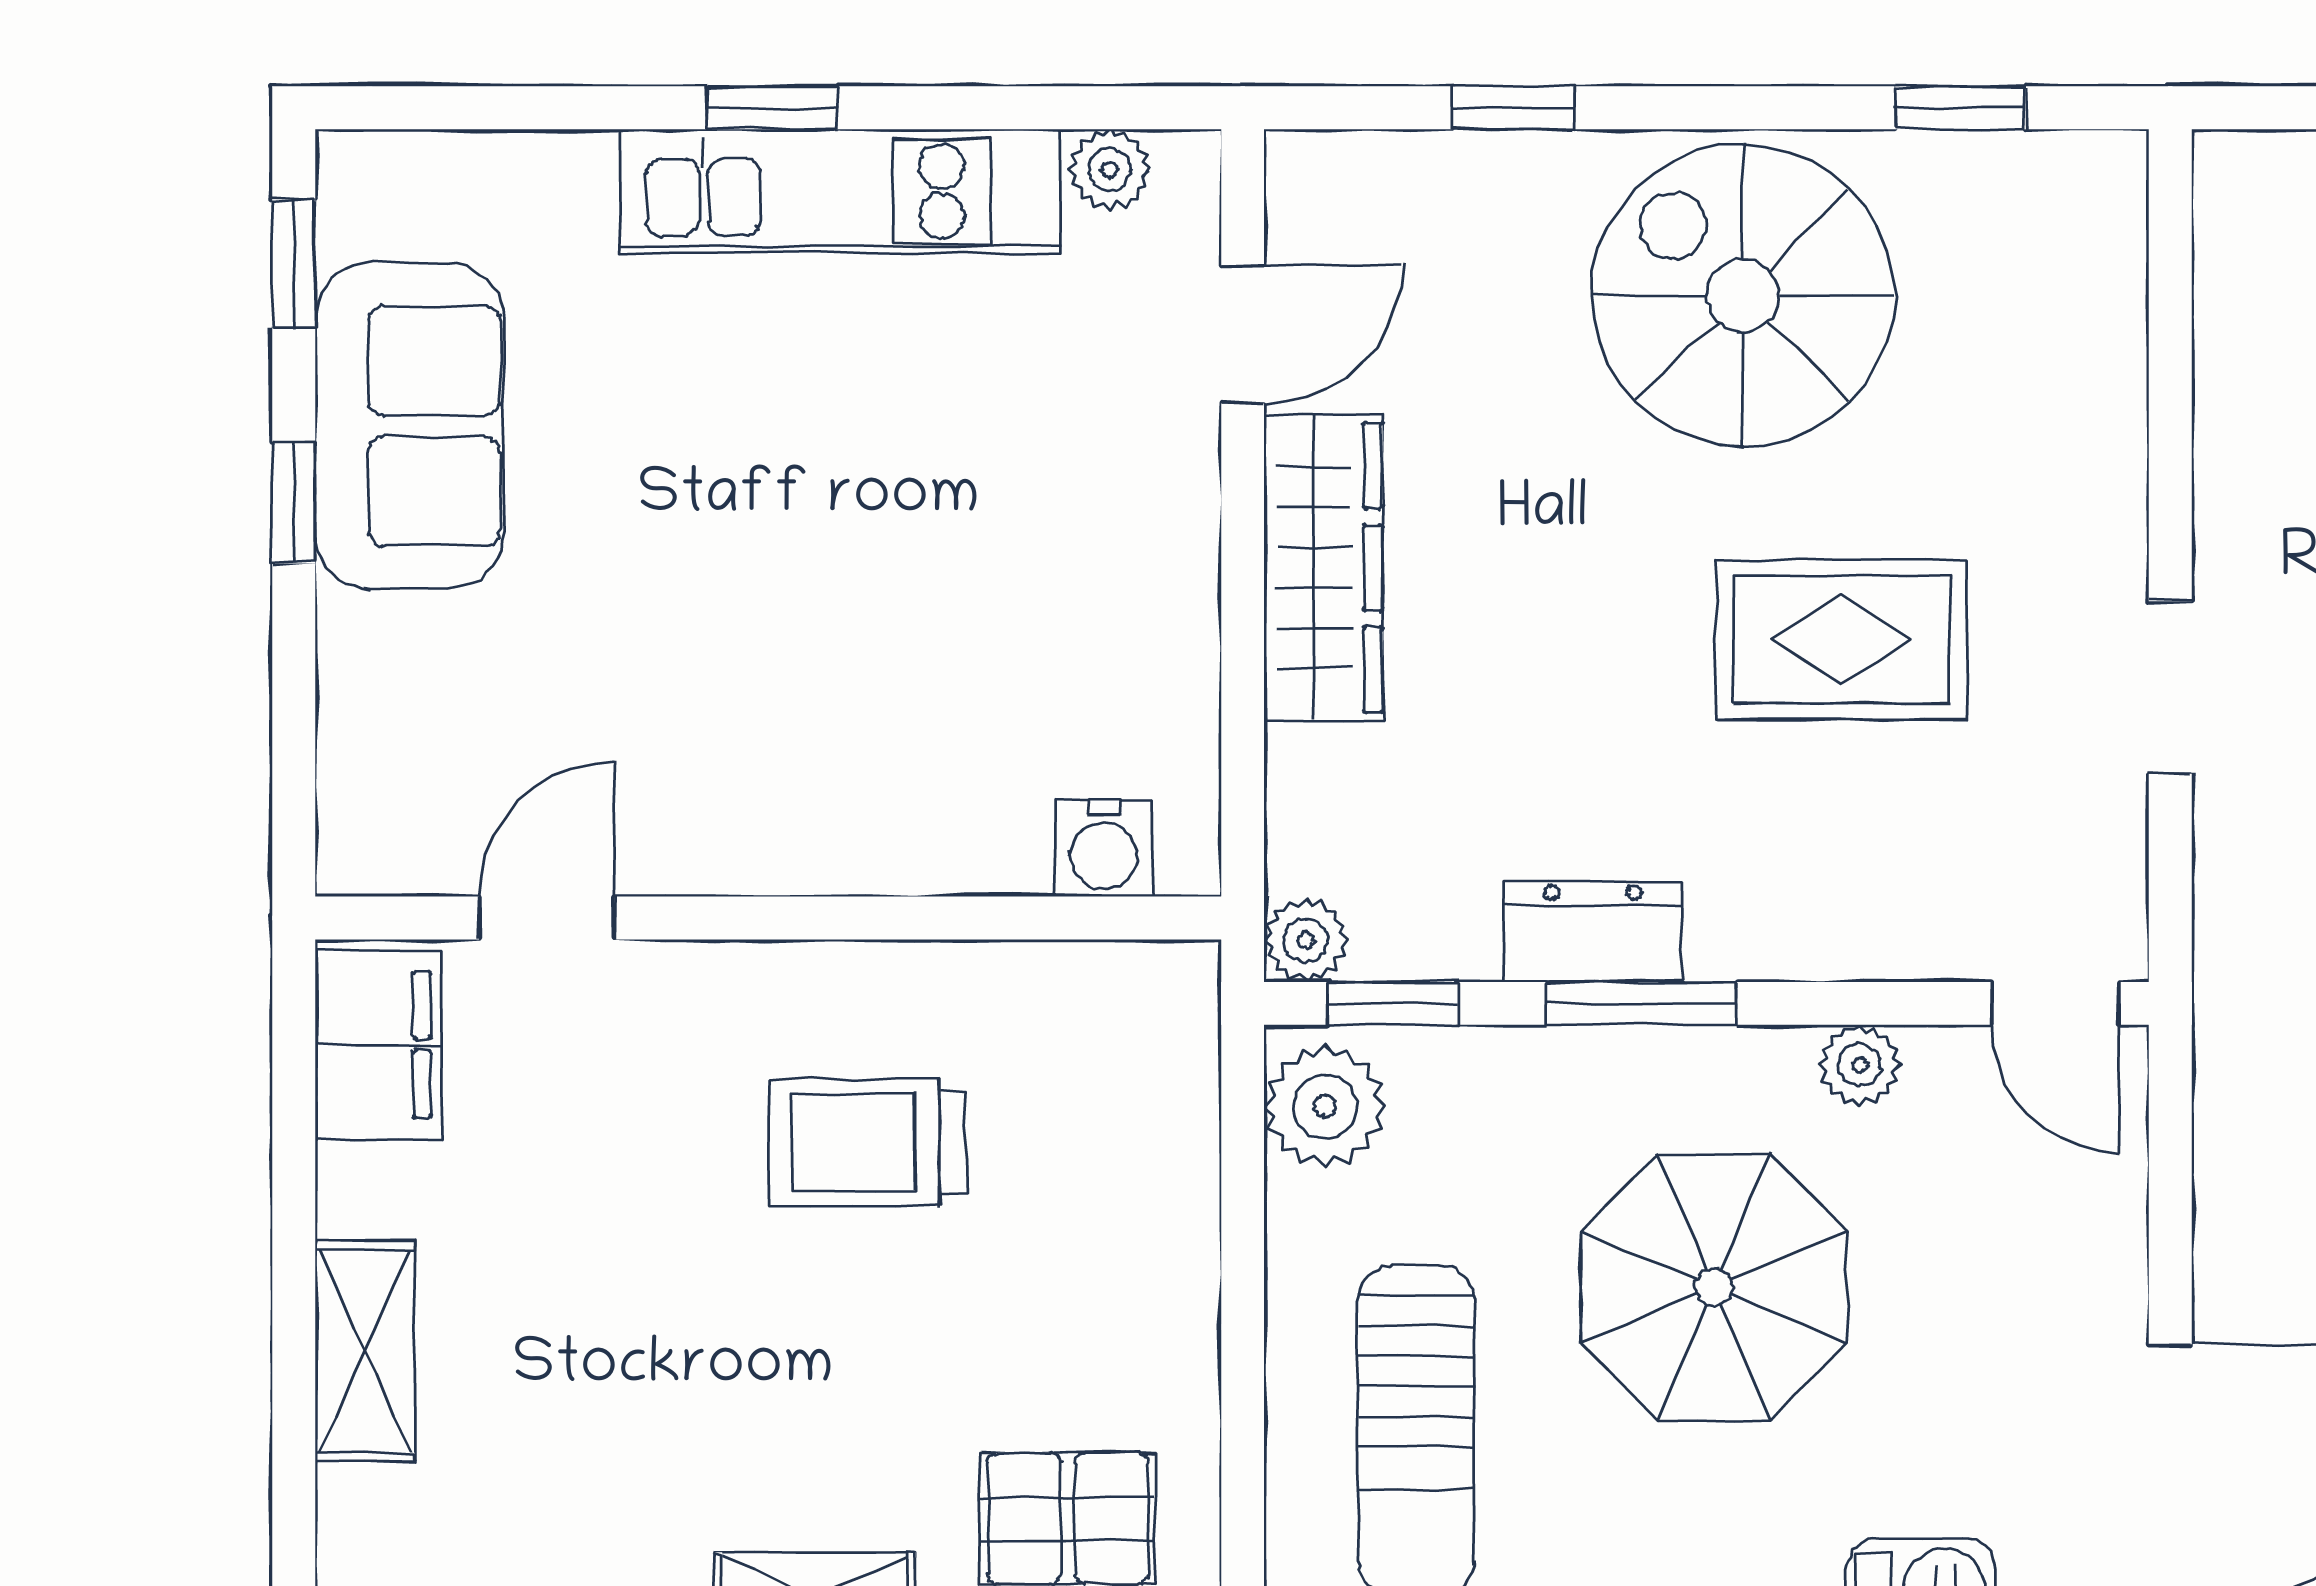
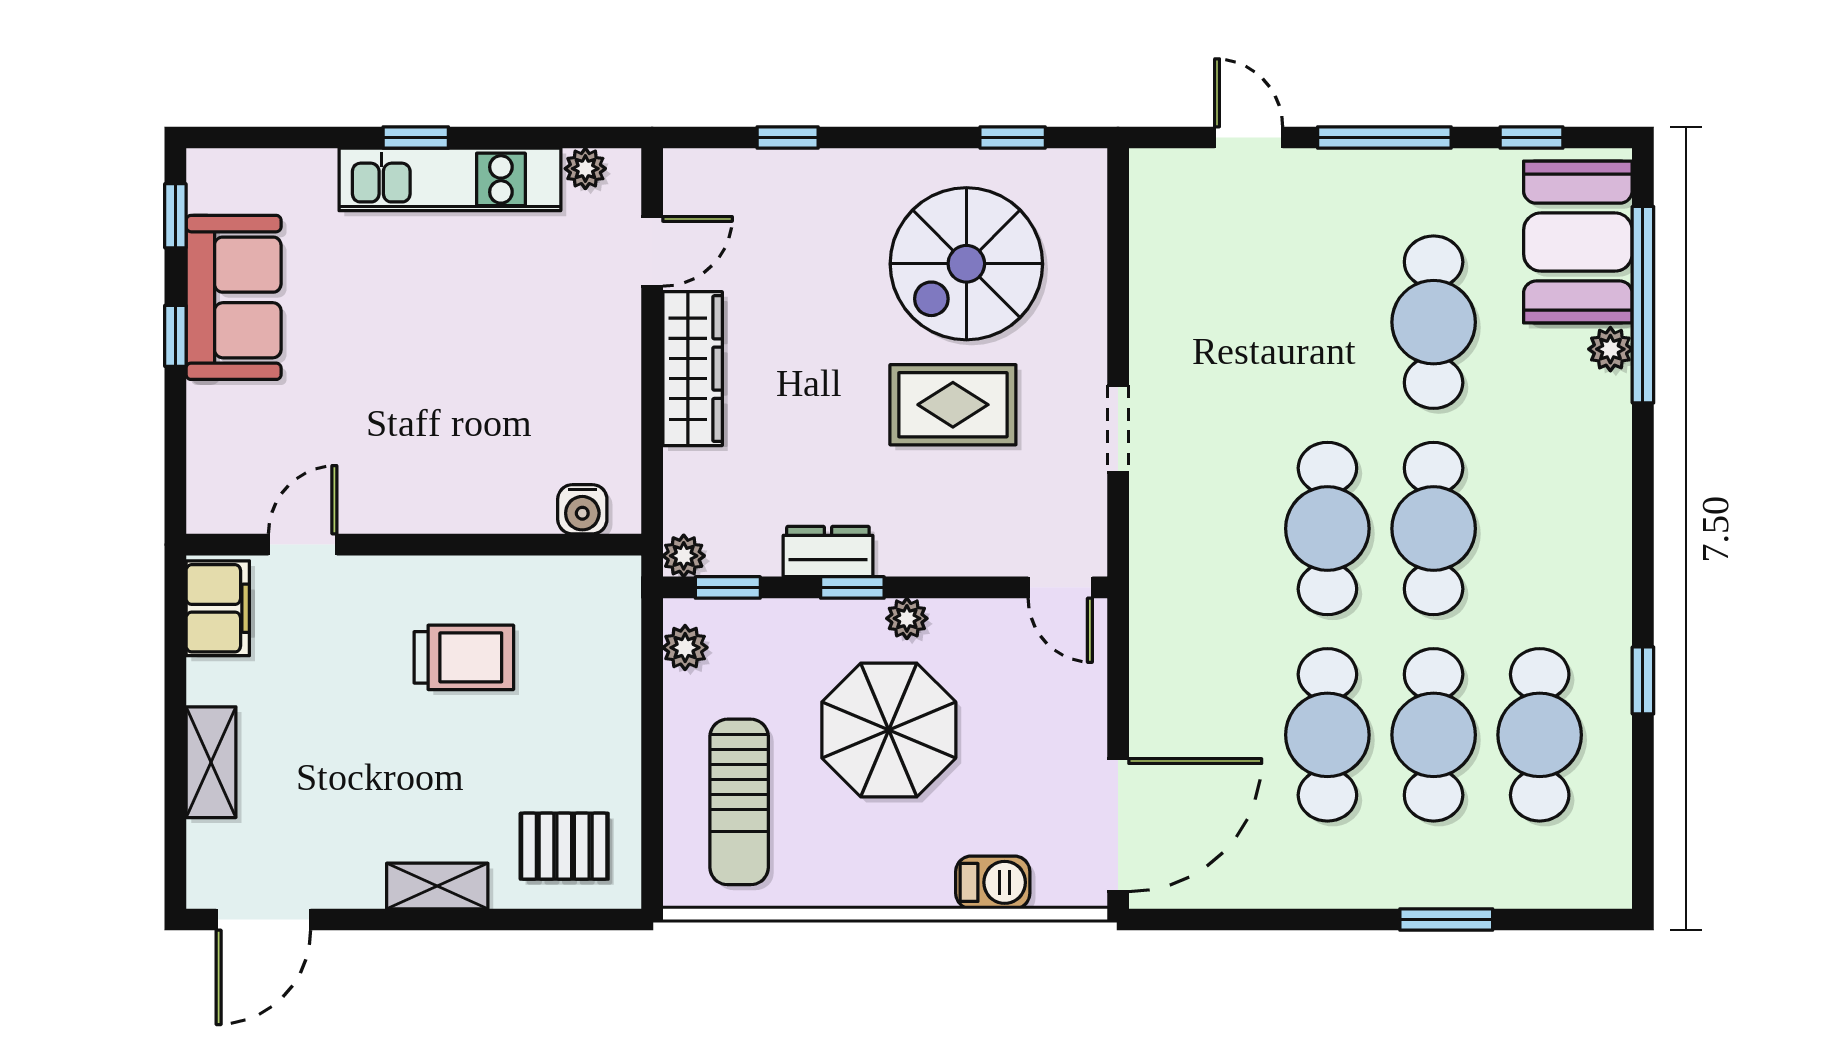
spiral stairs: (1743, 295) -> (966, 264), moved, turned -90
window: (1641, 1003) -> (852, 587), width x0.67
plant: (1860, 1065) -> (907, 618), moved
plant: (1325, 1106) -> (685, 648), width x0.73, depth x0.73
trolley: (868, 1143) -> (464, 657), turned 180

